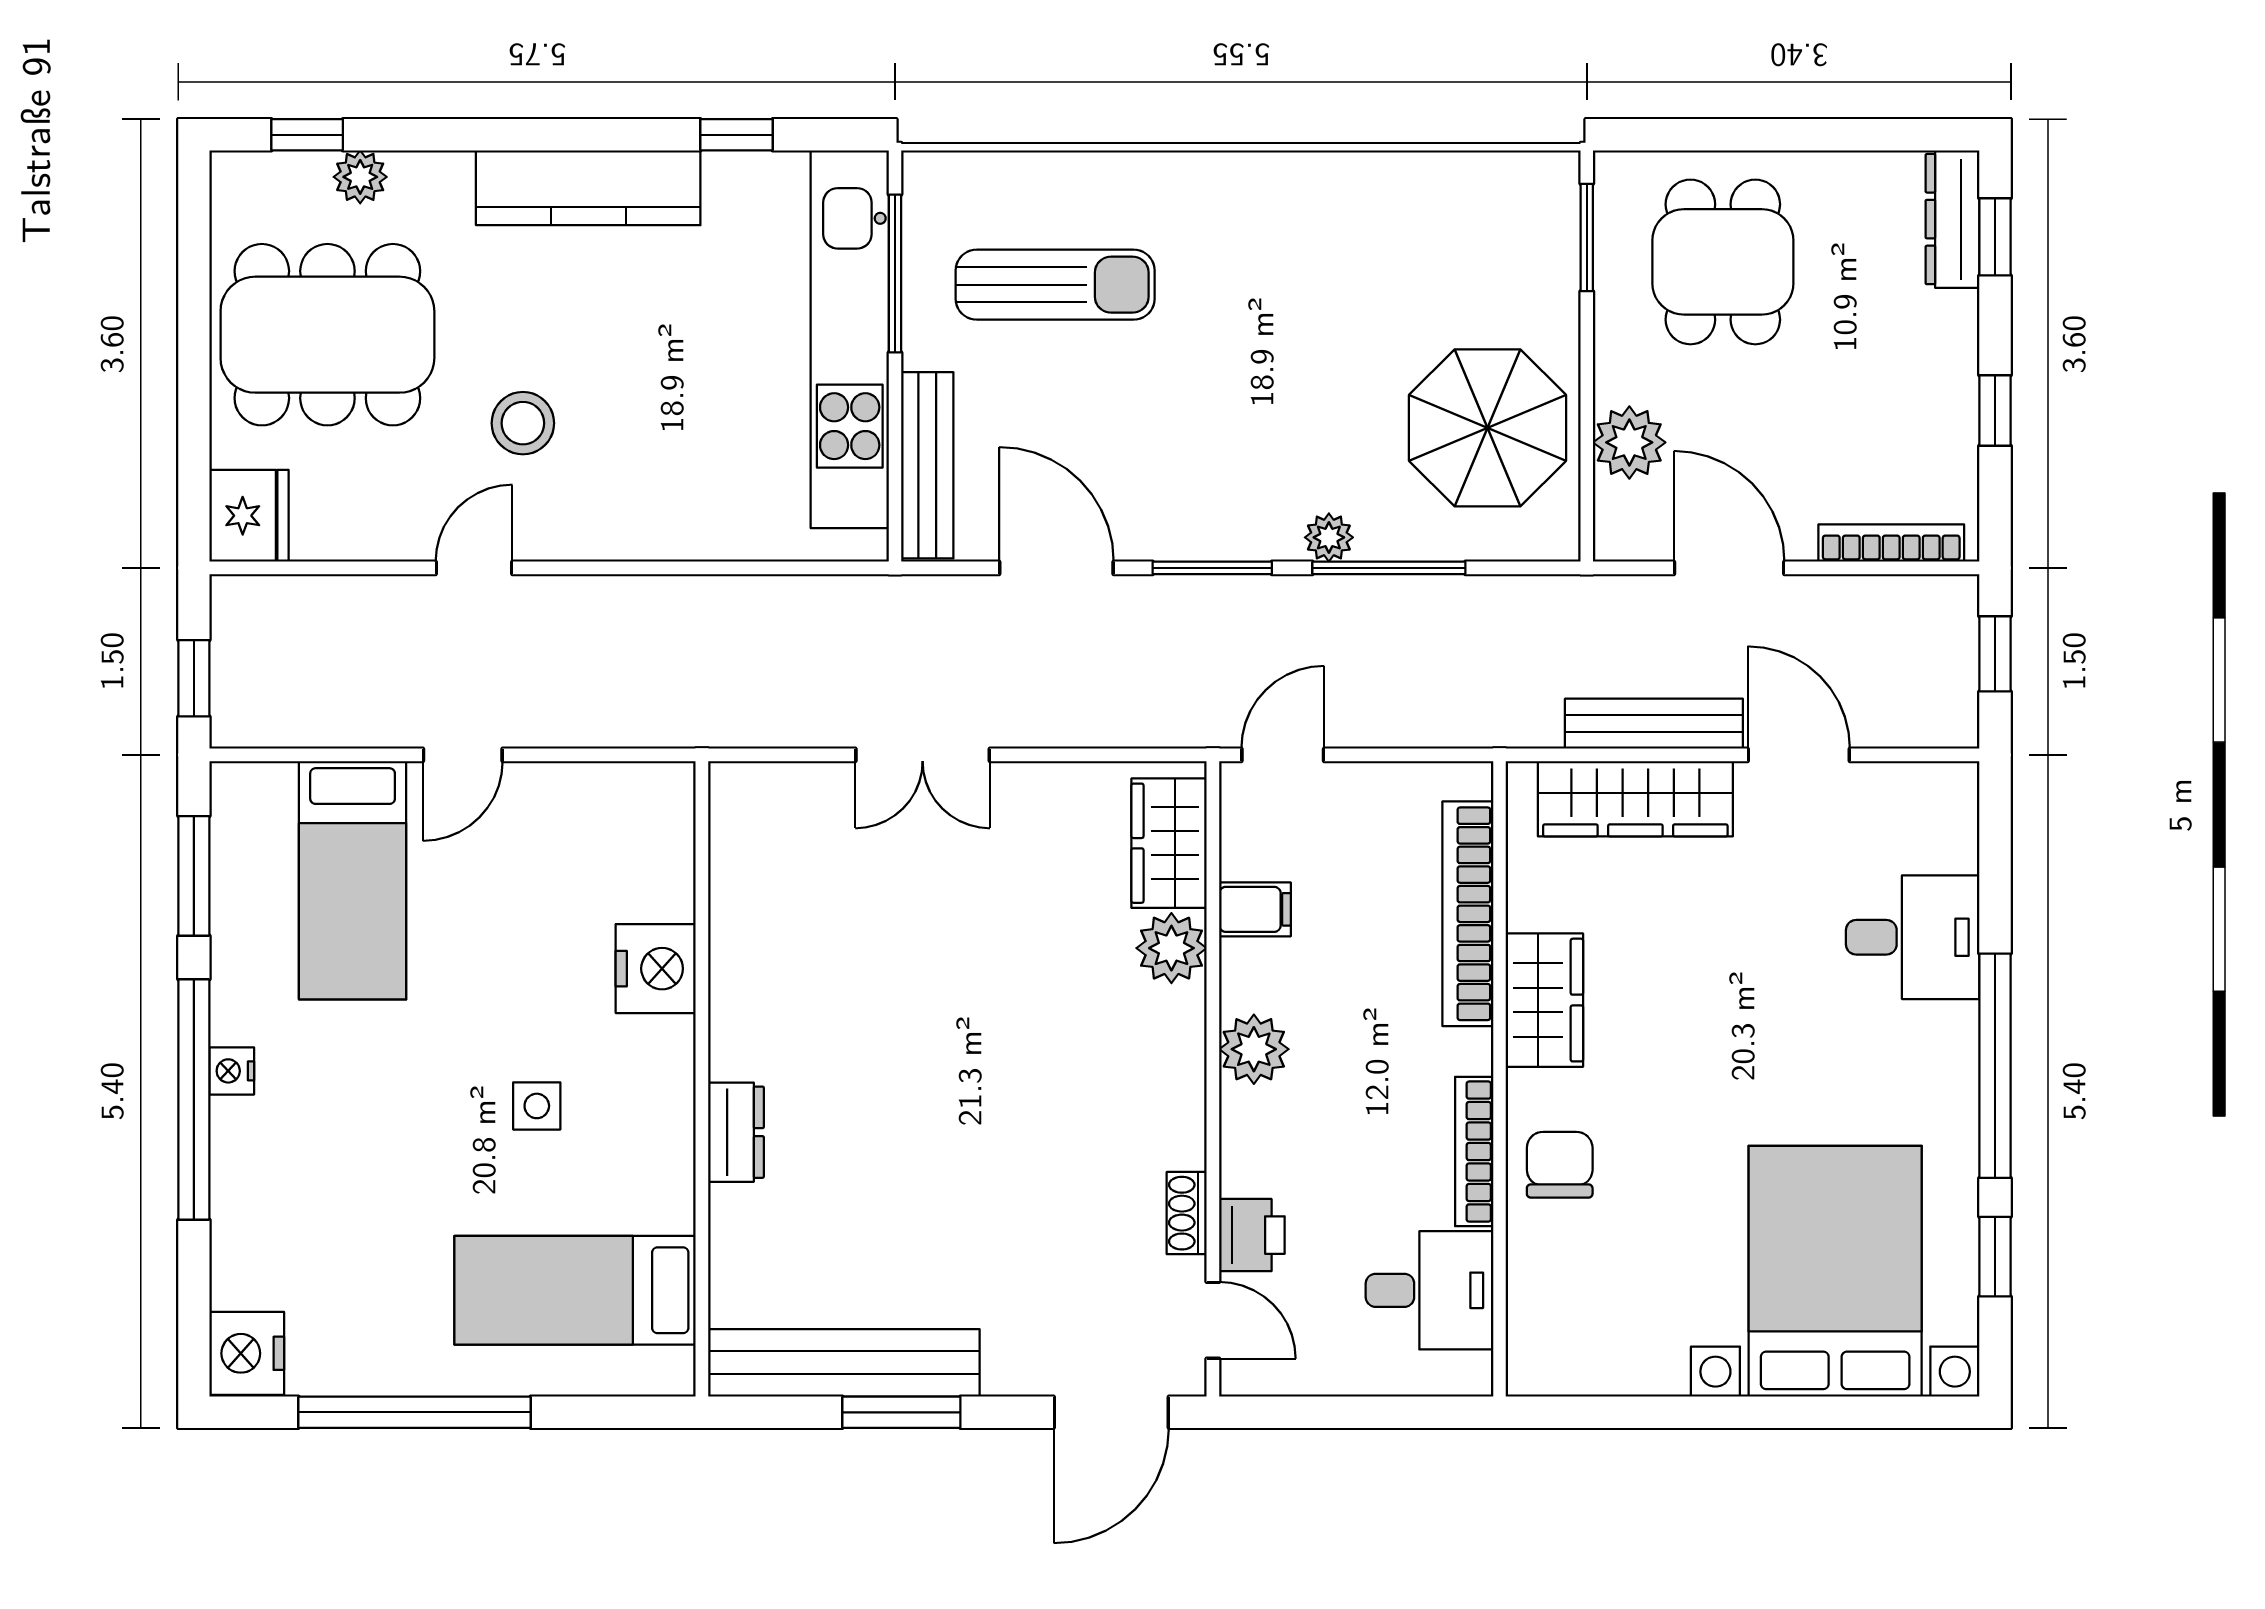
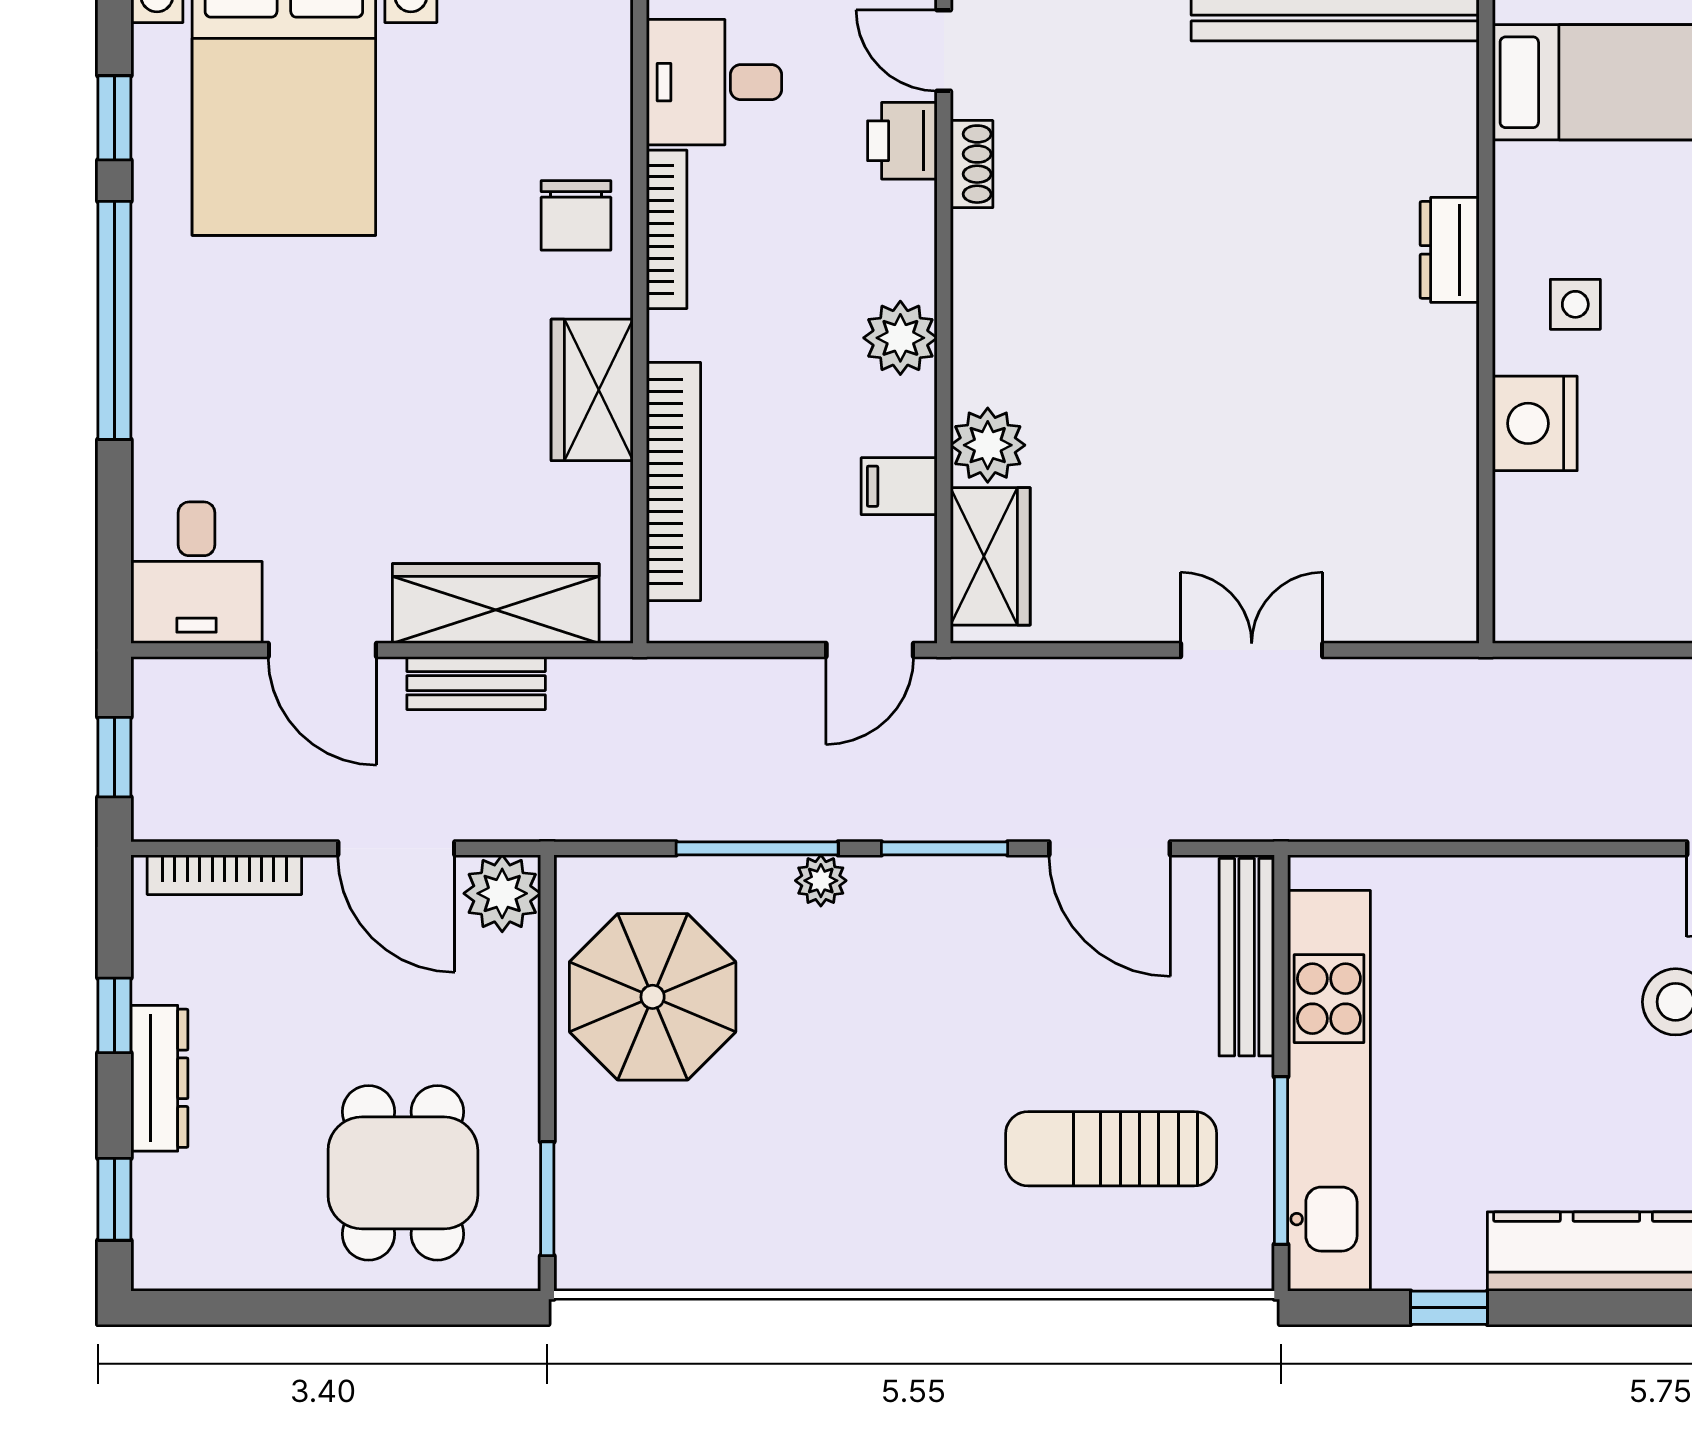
dresser: (1952, 219) -> (159, 1078), moved
plant: (1629, 442) -> (502, 893), moved
bench: (1654, 724) -> (476, 683), width x0.73
desk: (1913, 937) -> (197, 573), moved, turned -90
side table: (537, 1106) -> (1575, 304), moved

